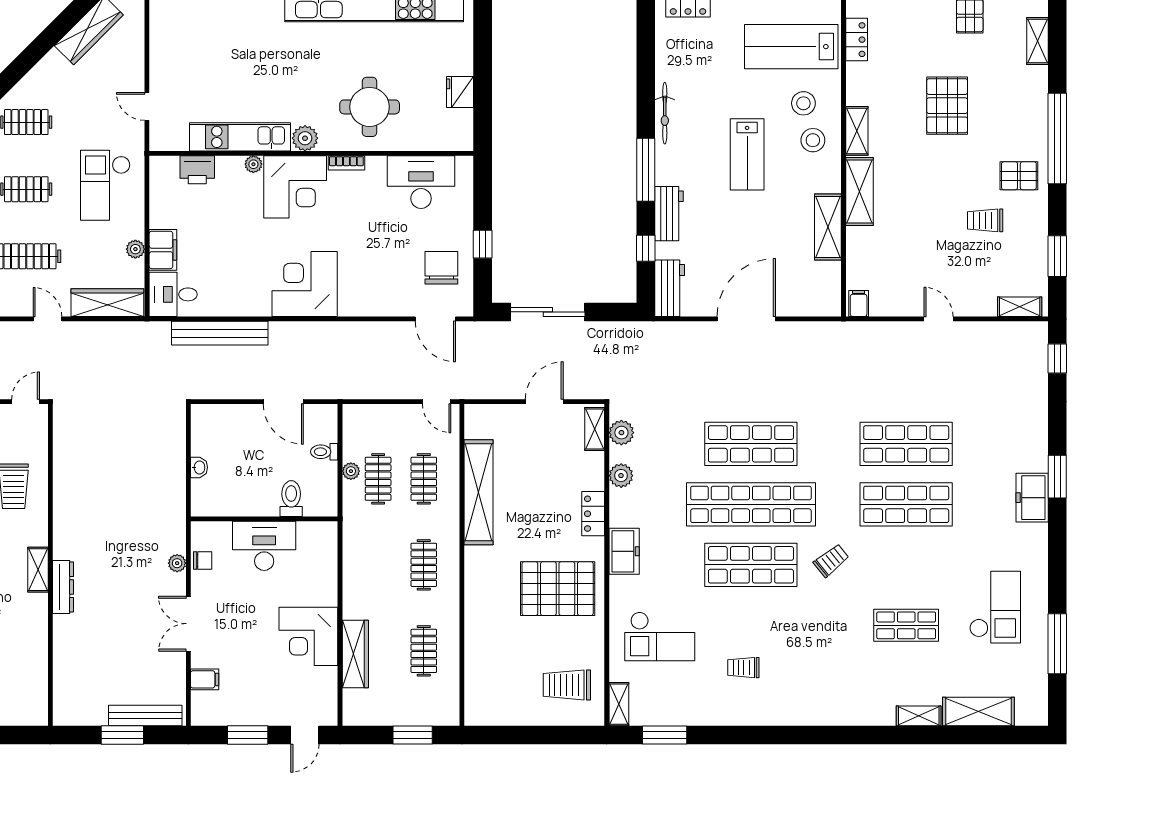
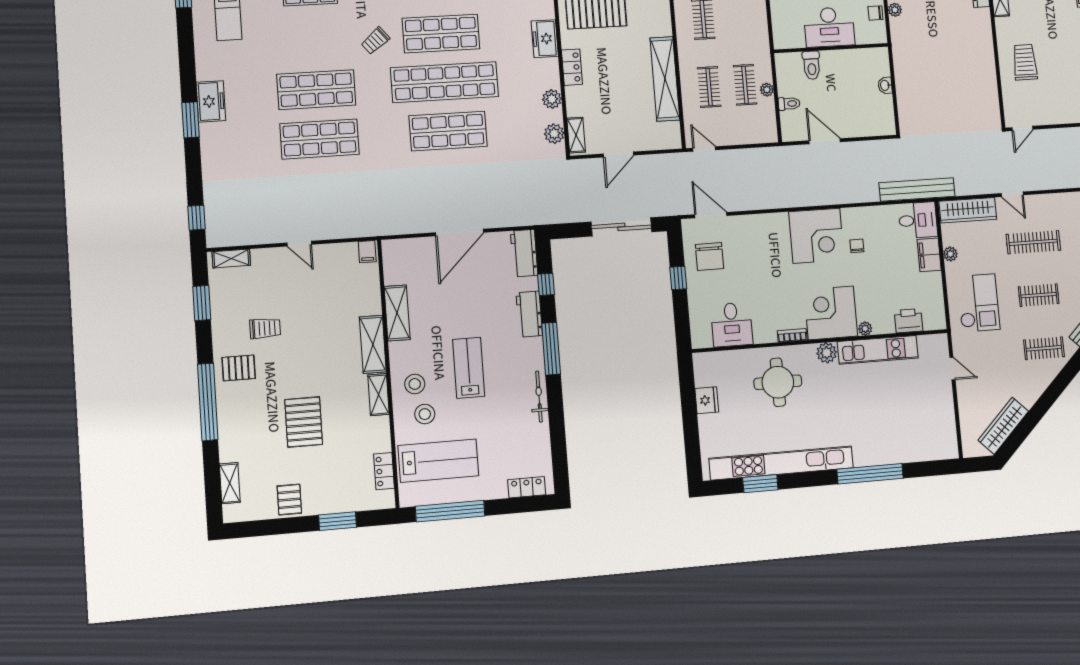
desk: (421, 182) -> (732, 324), width x0.73
chair: (254, 268) -> (857, 246), added
bench: (220, 333) -> (917, 189), moved

